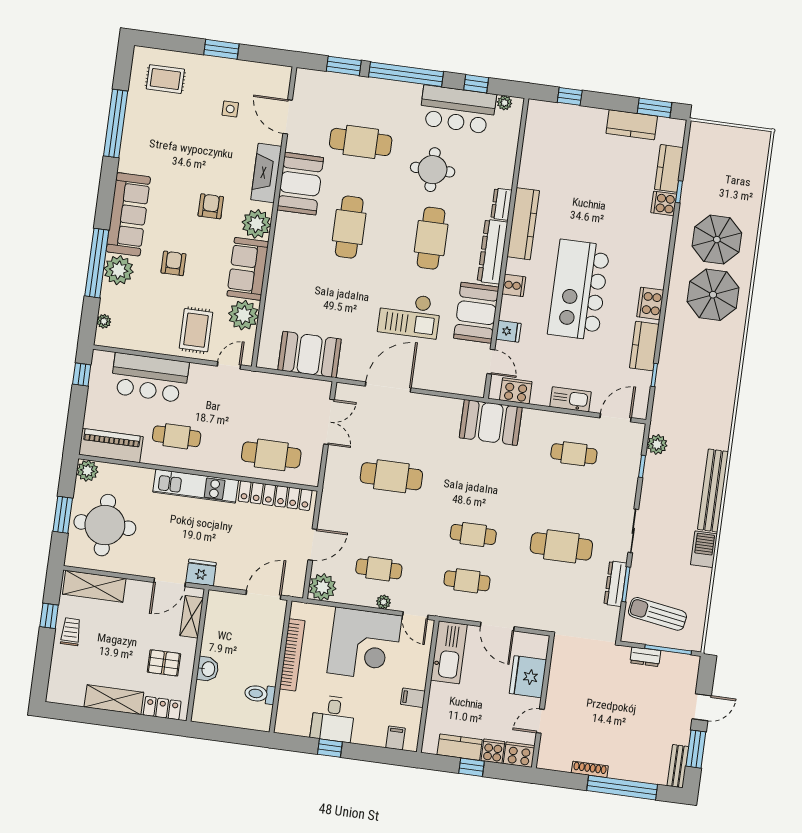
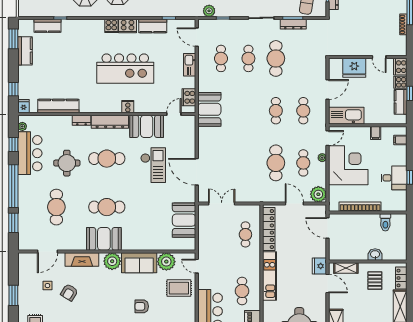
booth: (300, 184) -> (104, 239), moved
cooker: (664, 203) -> (111, 26), moved
armchair: (211, 206) -> (69, 292), moved, turned -59
kitchen counter: (523, 224) -> (58, 106), moved
fridge: (508, 331) -> (24, 106), moved
cafe table: (271, 455) -> (245, 234), width x0.73, depth x0.74
cafe table: (391, 476) -> (276, 163), moved
cafe table: (568, 500) -> (248, 58), added

